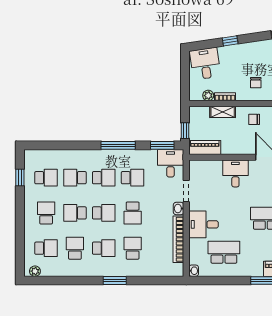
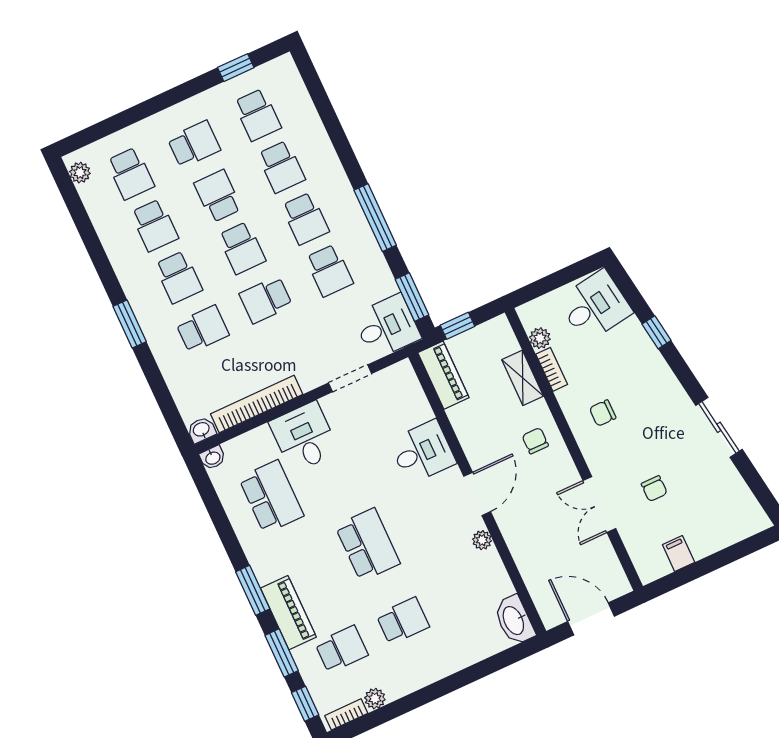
school desk: (75, 178) -> (281, 167), turned 180
washbasin: (179, 208) -> (201, 430), moved
school desk: (75, 248) -> (154, 225), turned 90

